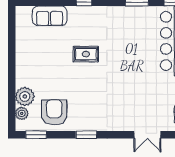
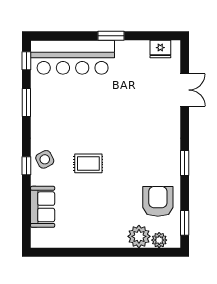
side table: (89, 18) -> (45, 159), added
rug: (86, 54) -> (88, 163), turned 90
armchair: (54, 112) -> (158, 201), turned 90

